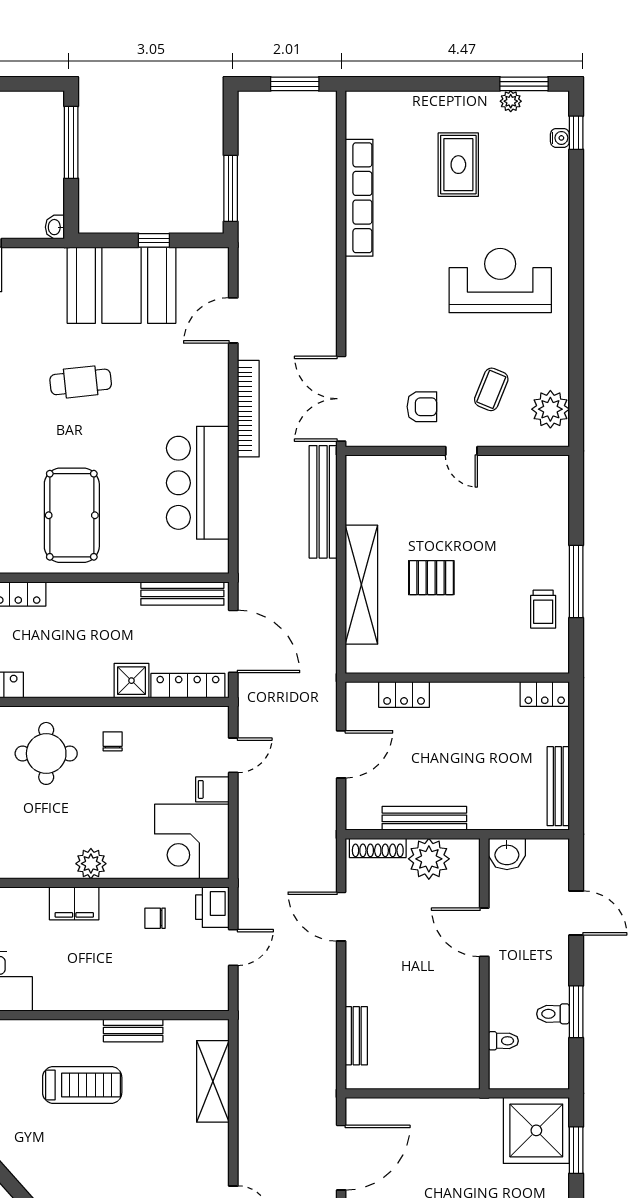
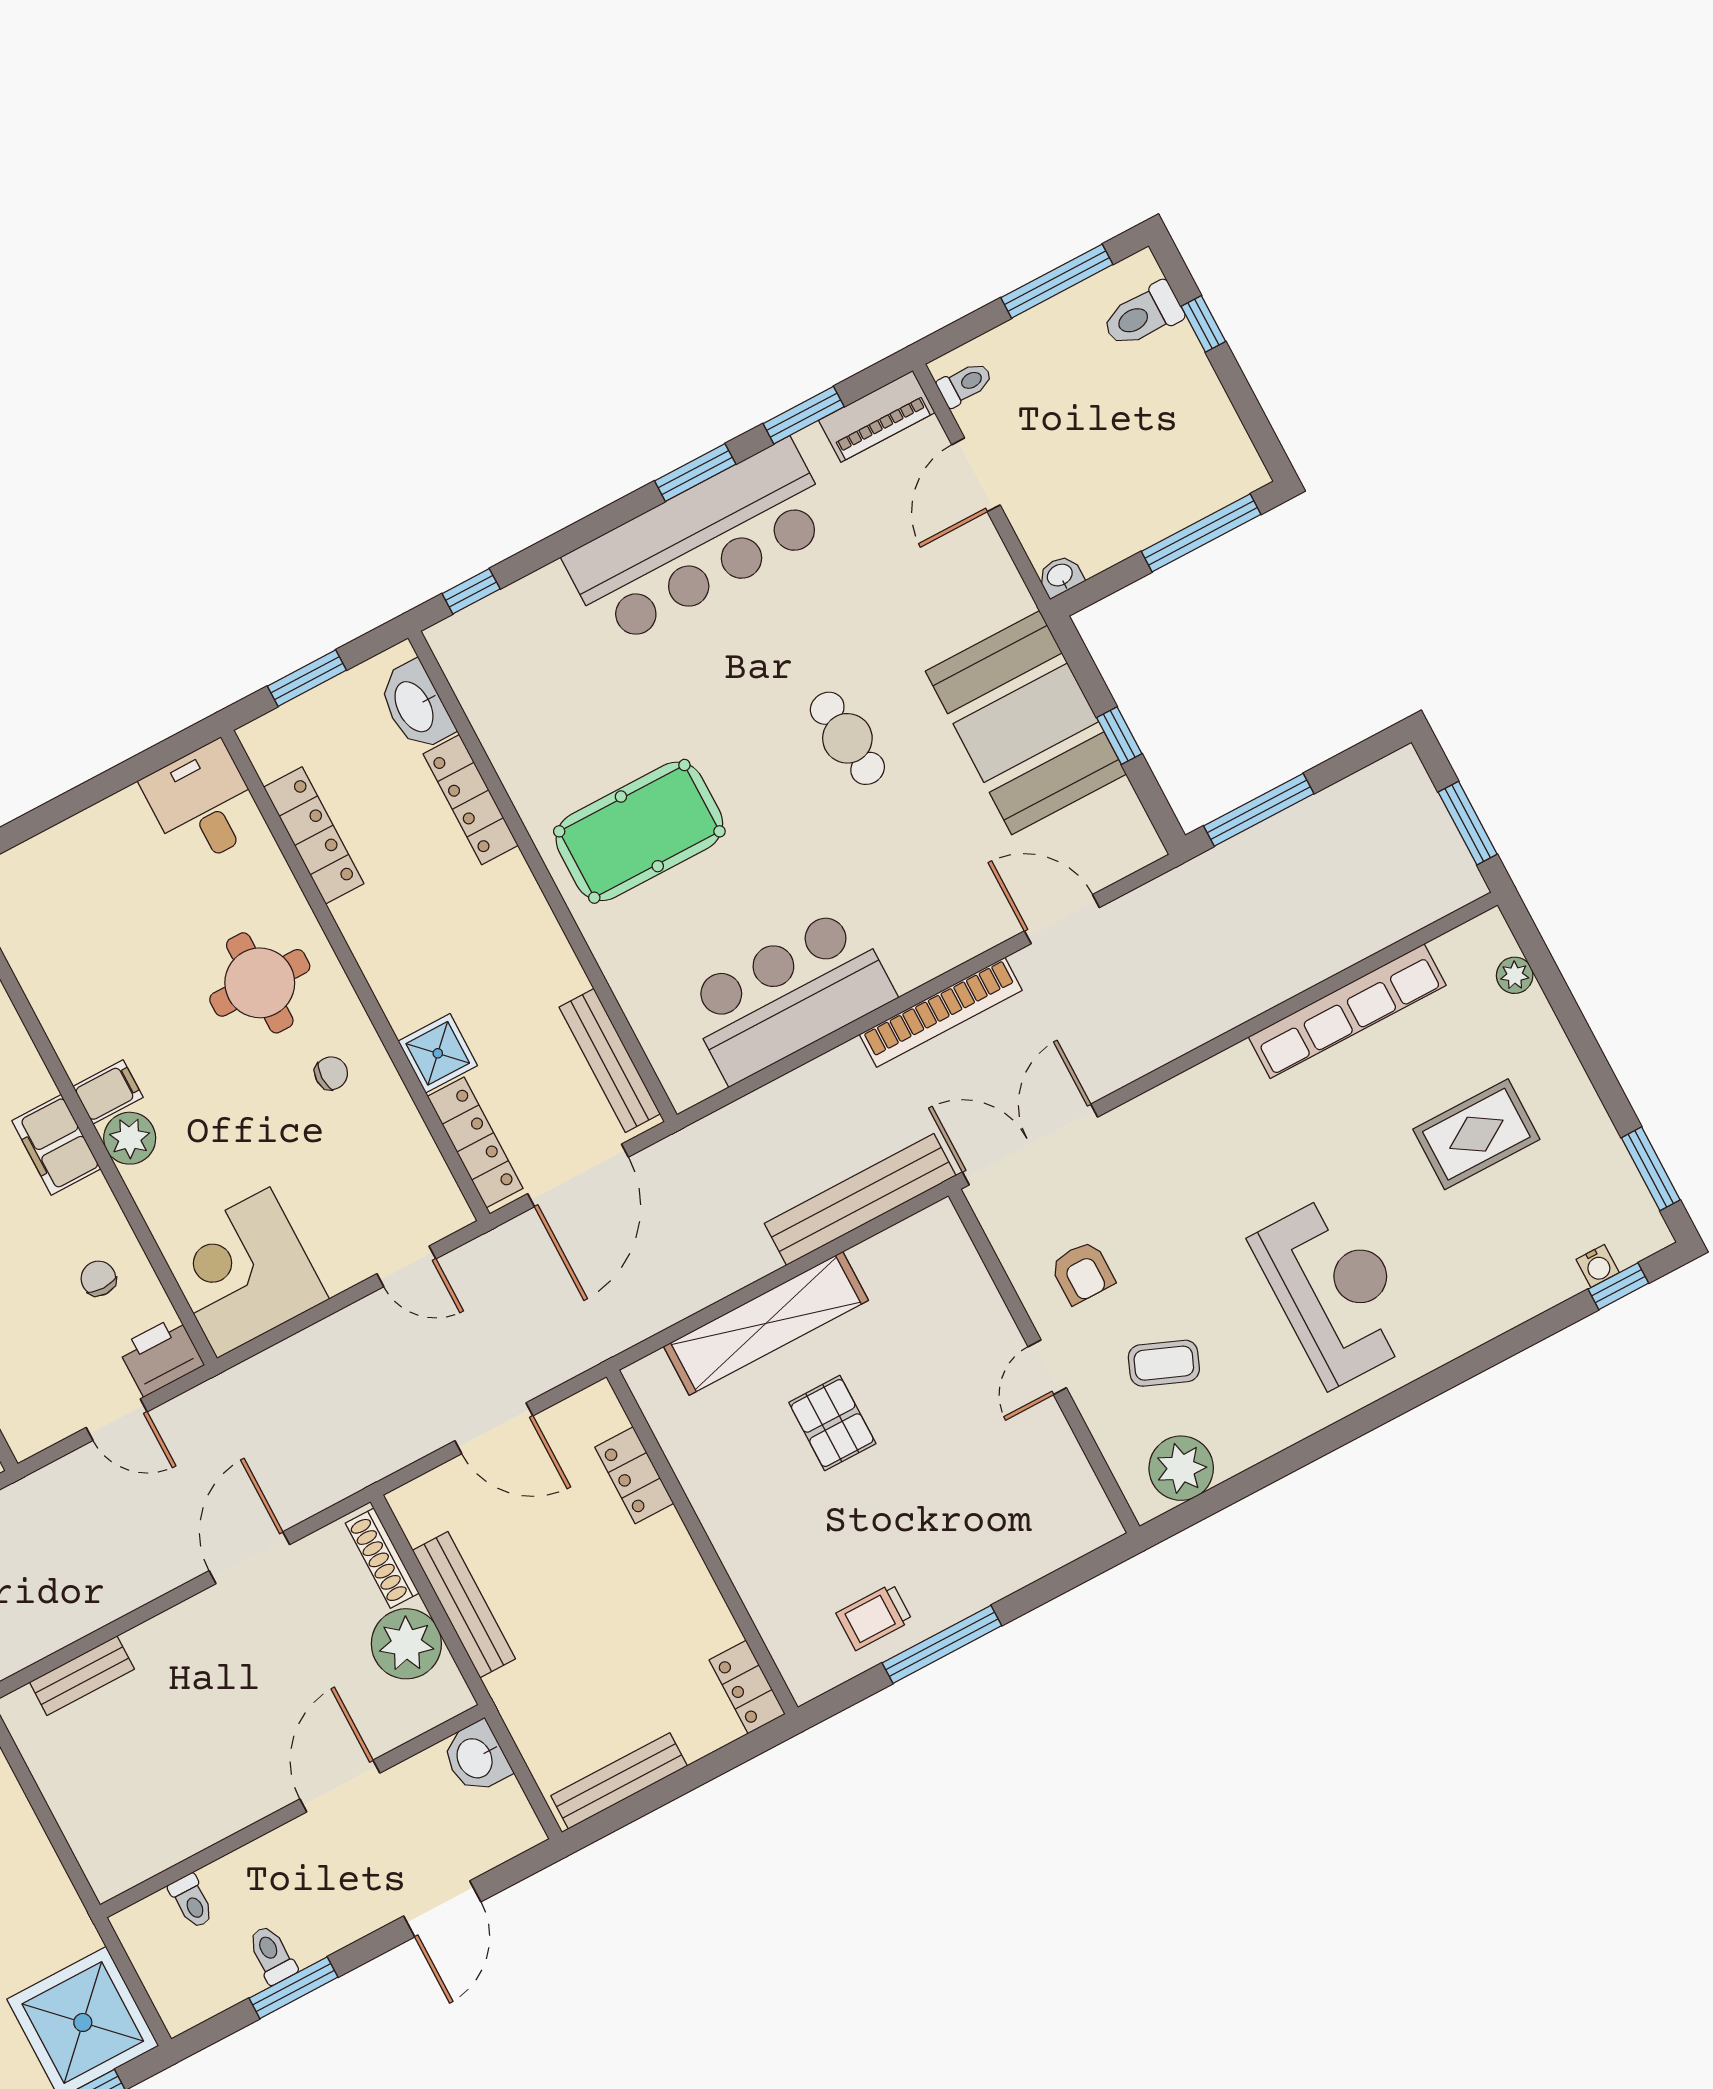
plant: (511, 101) -> (1515, 975), moved
filing cabinet: (212, 789) -> (108, 1092), moved, turned 90

